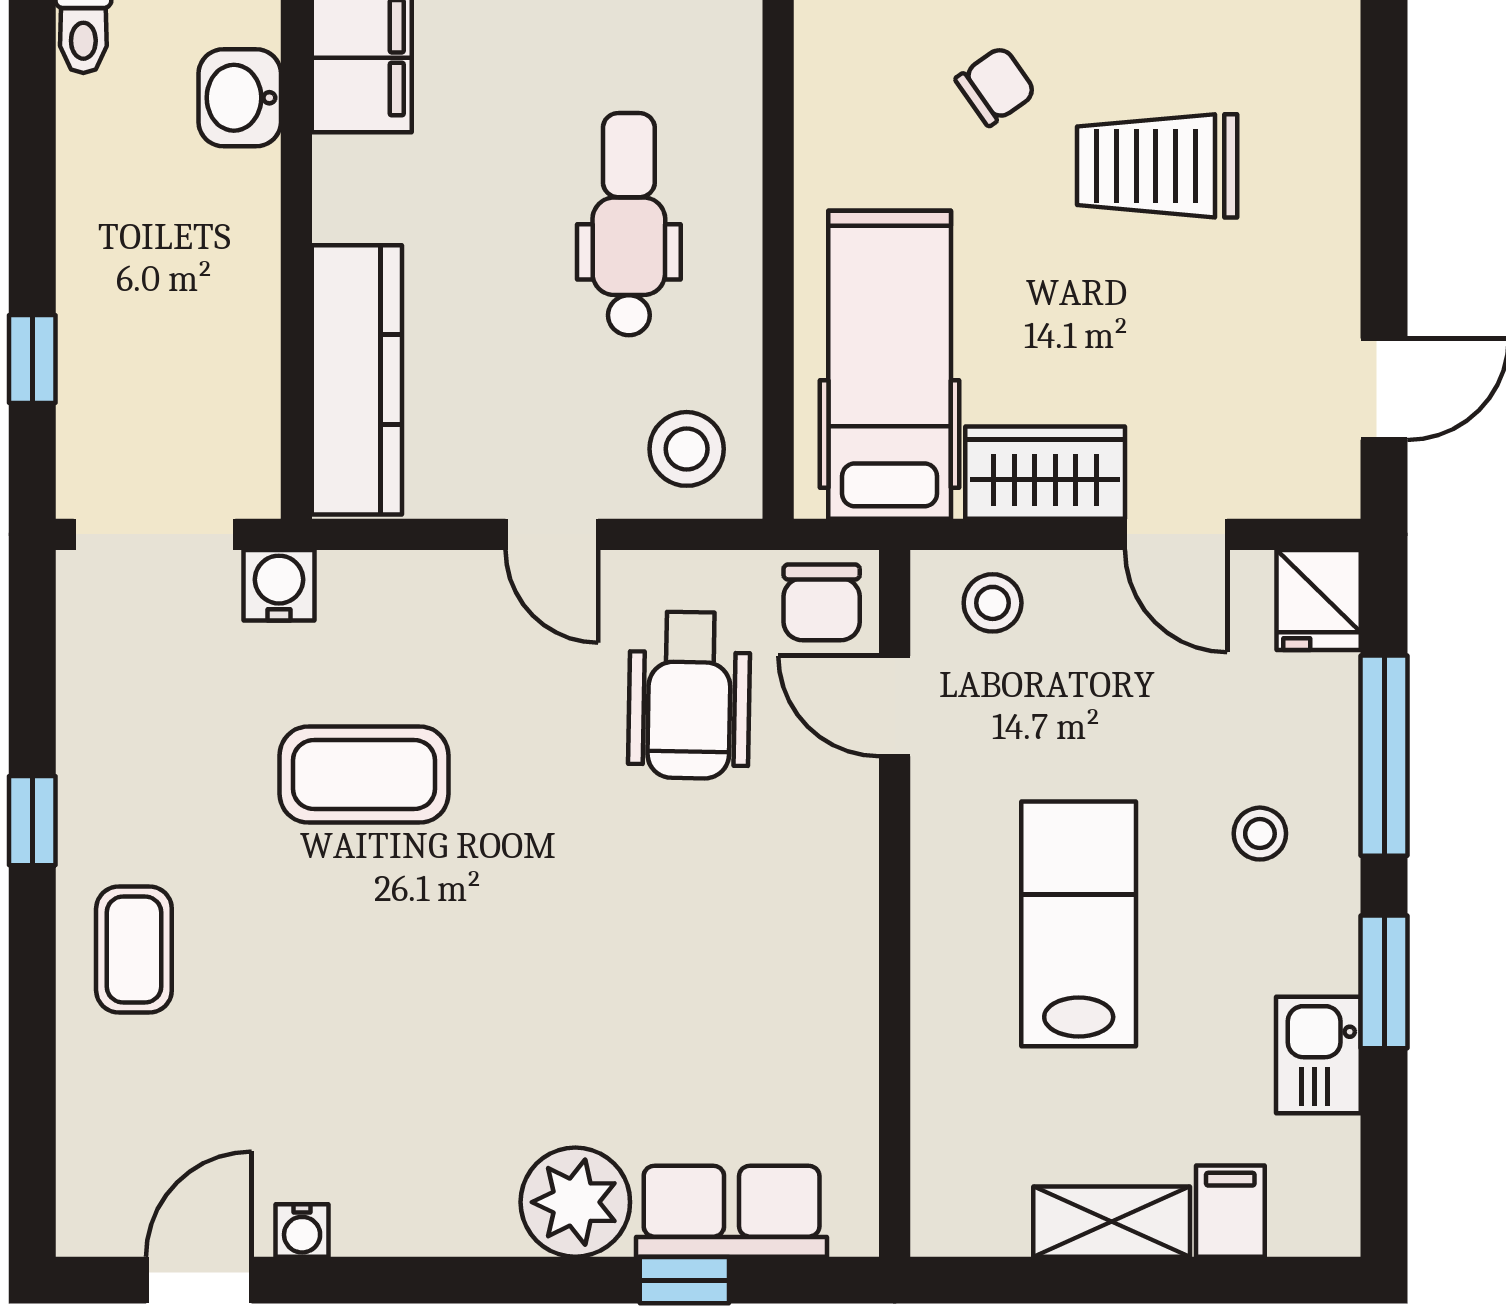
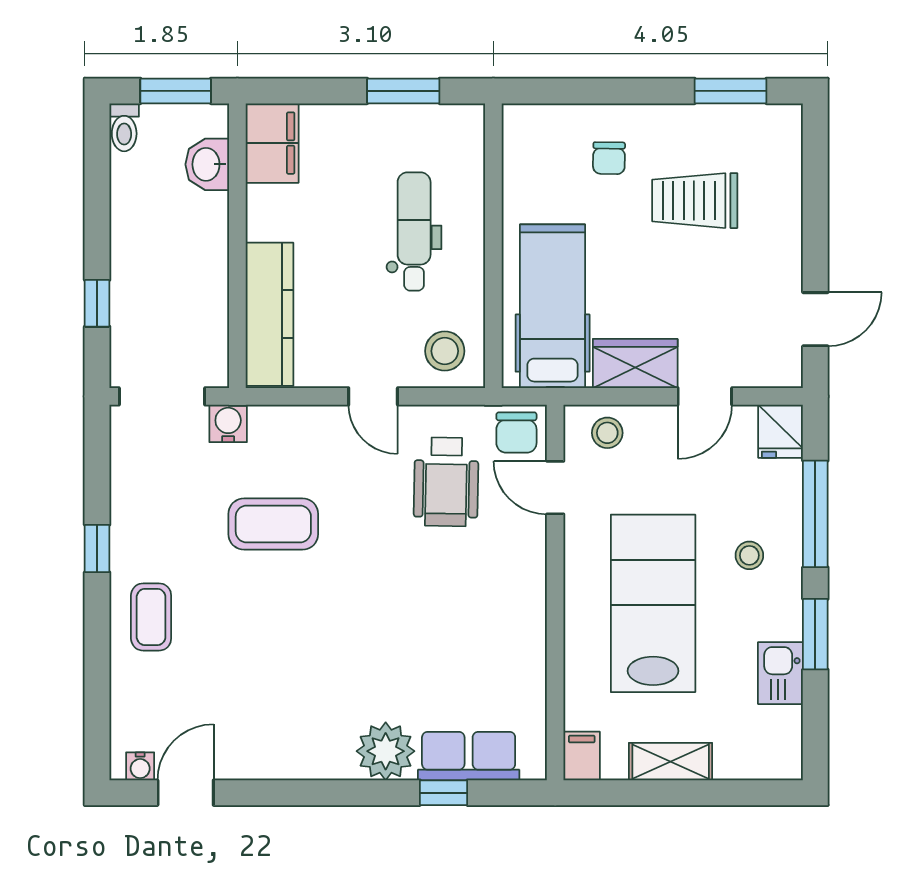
chair: (996, 86) -> (609, 158), turned 126
door: (1176, 534) -> (705, 396), hinge flipped
lab bench: (1079, 924) -> (653, 603), width x1.36, depth x1.39
filing cabinet: (1230, 1211) -> (582, 756), moved
water cooler: (302, 1230) -> (140, 766), moved

